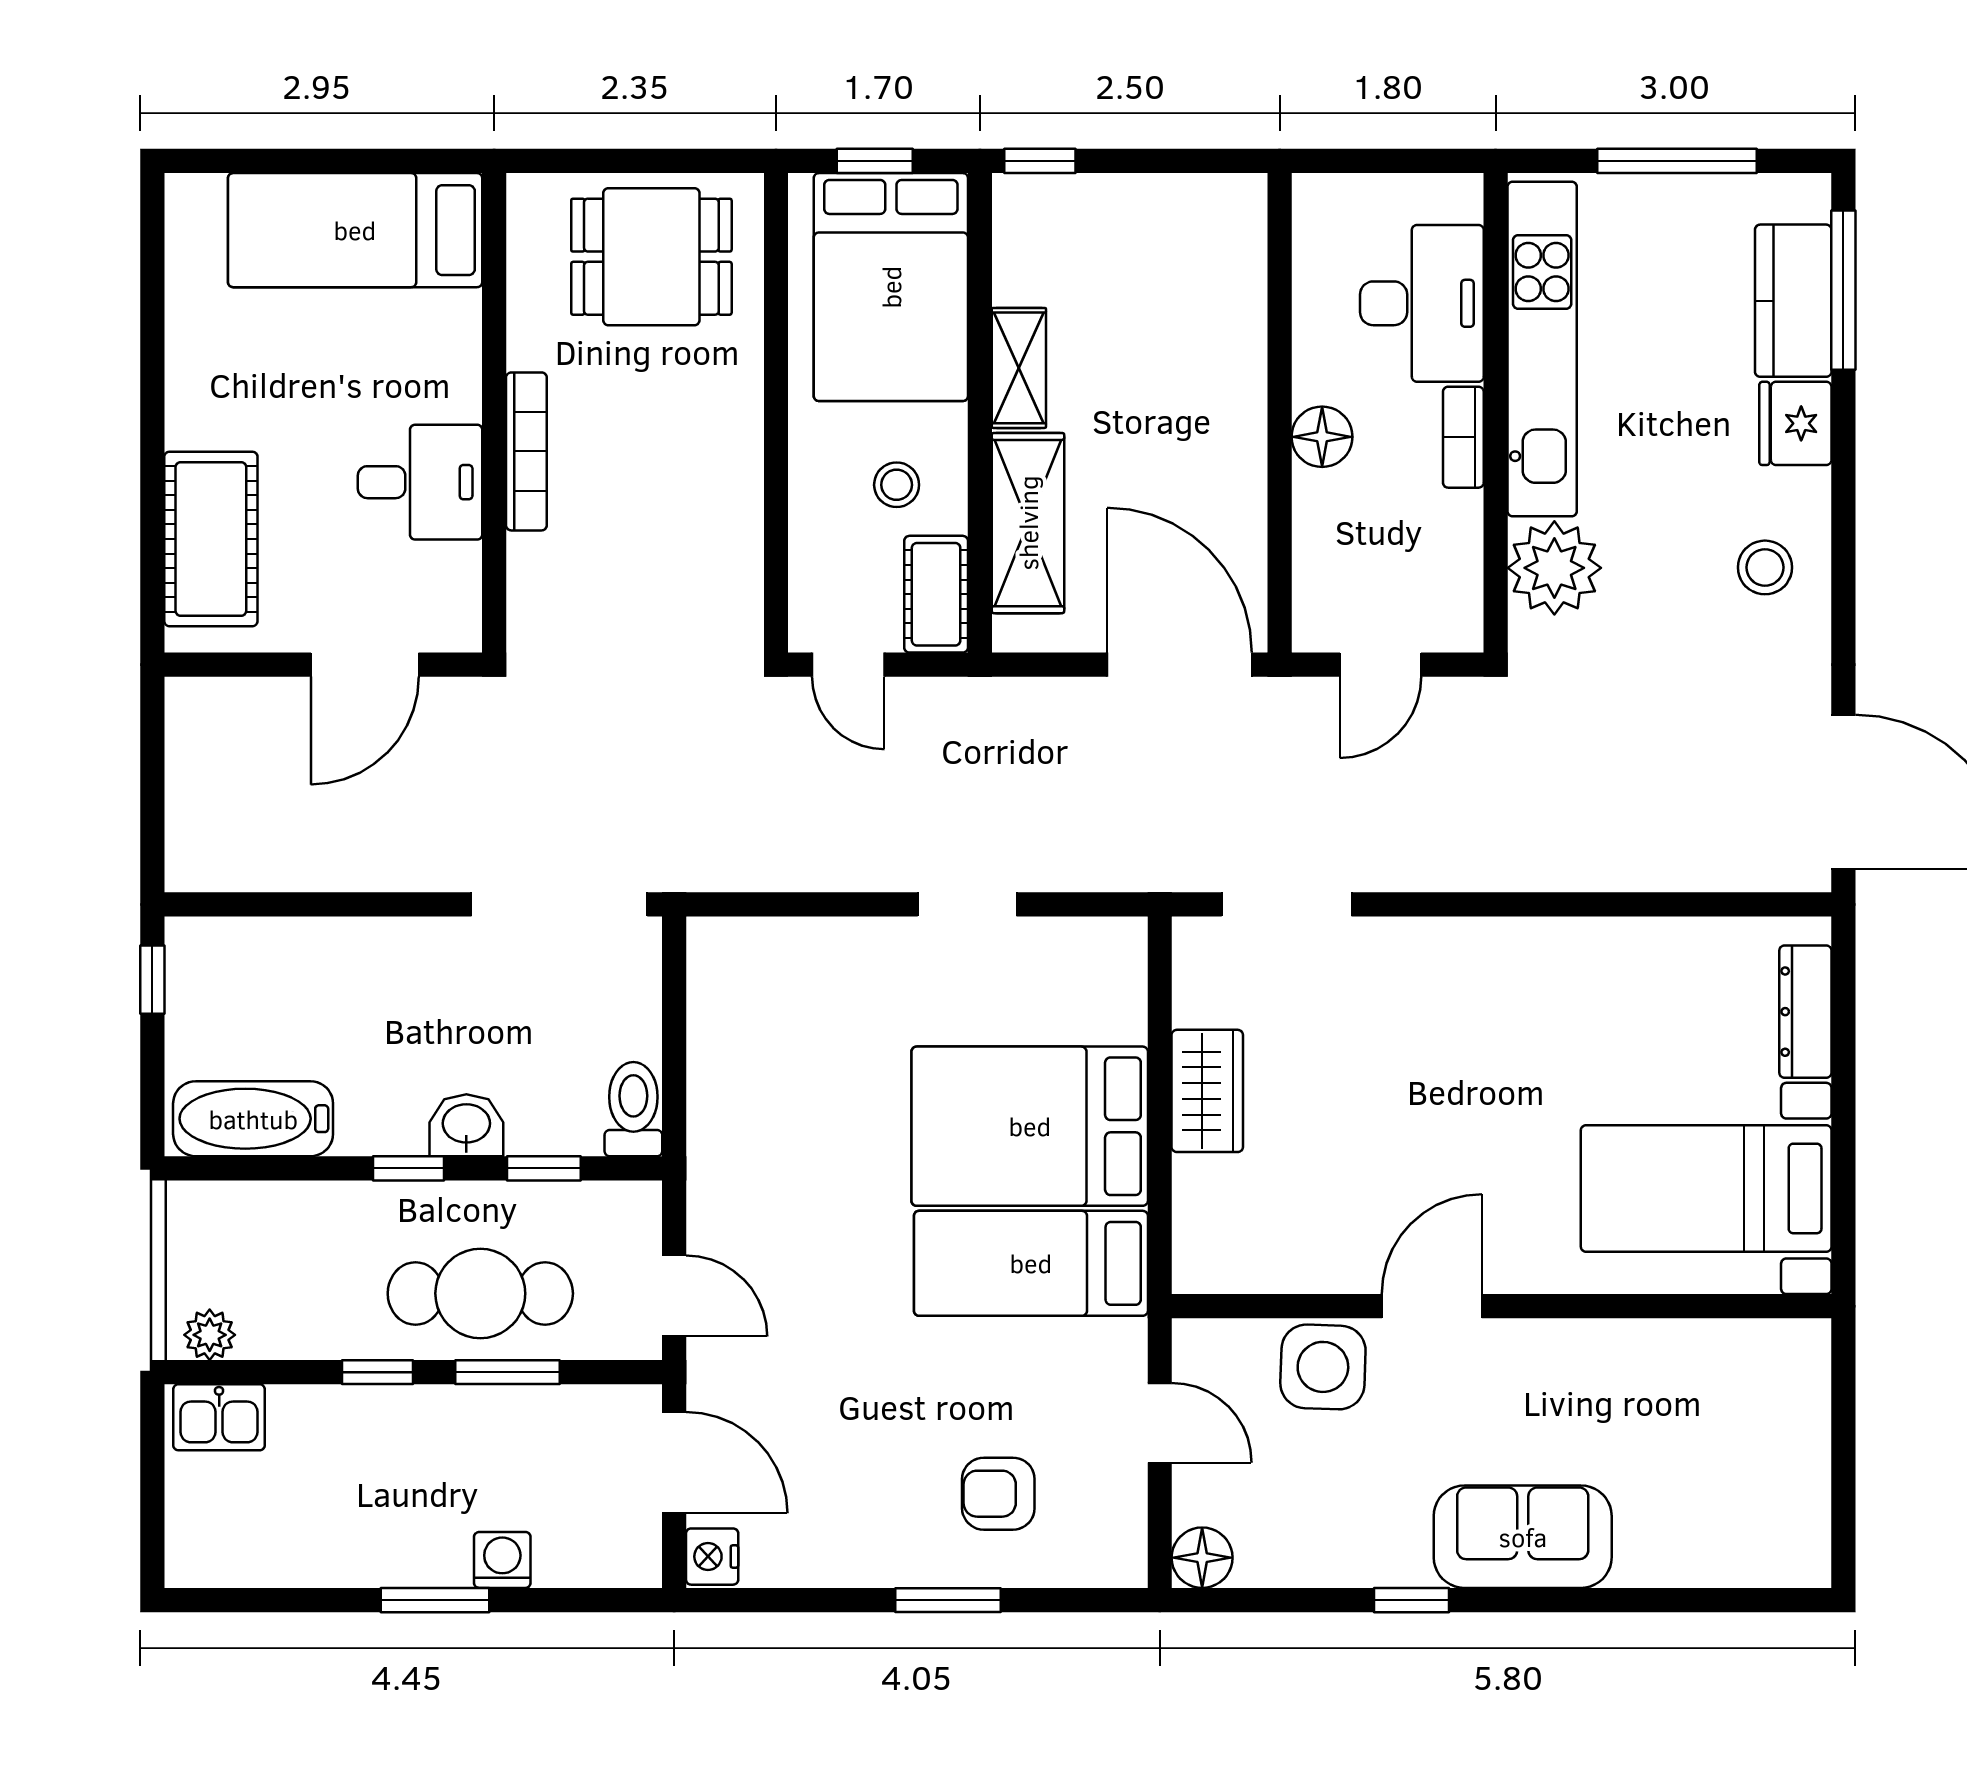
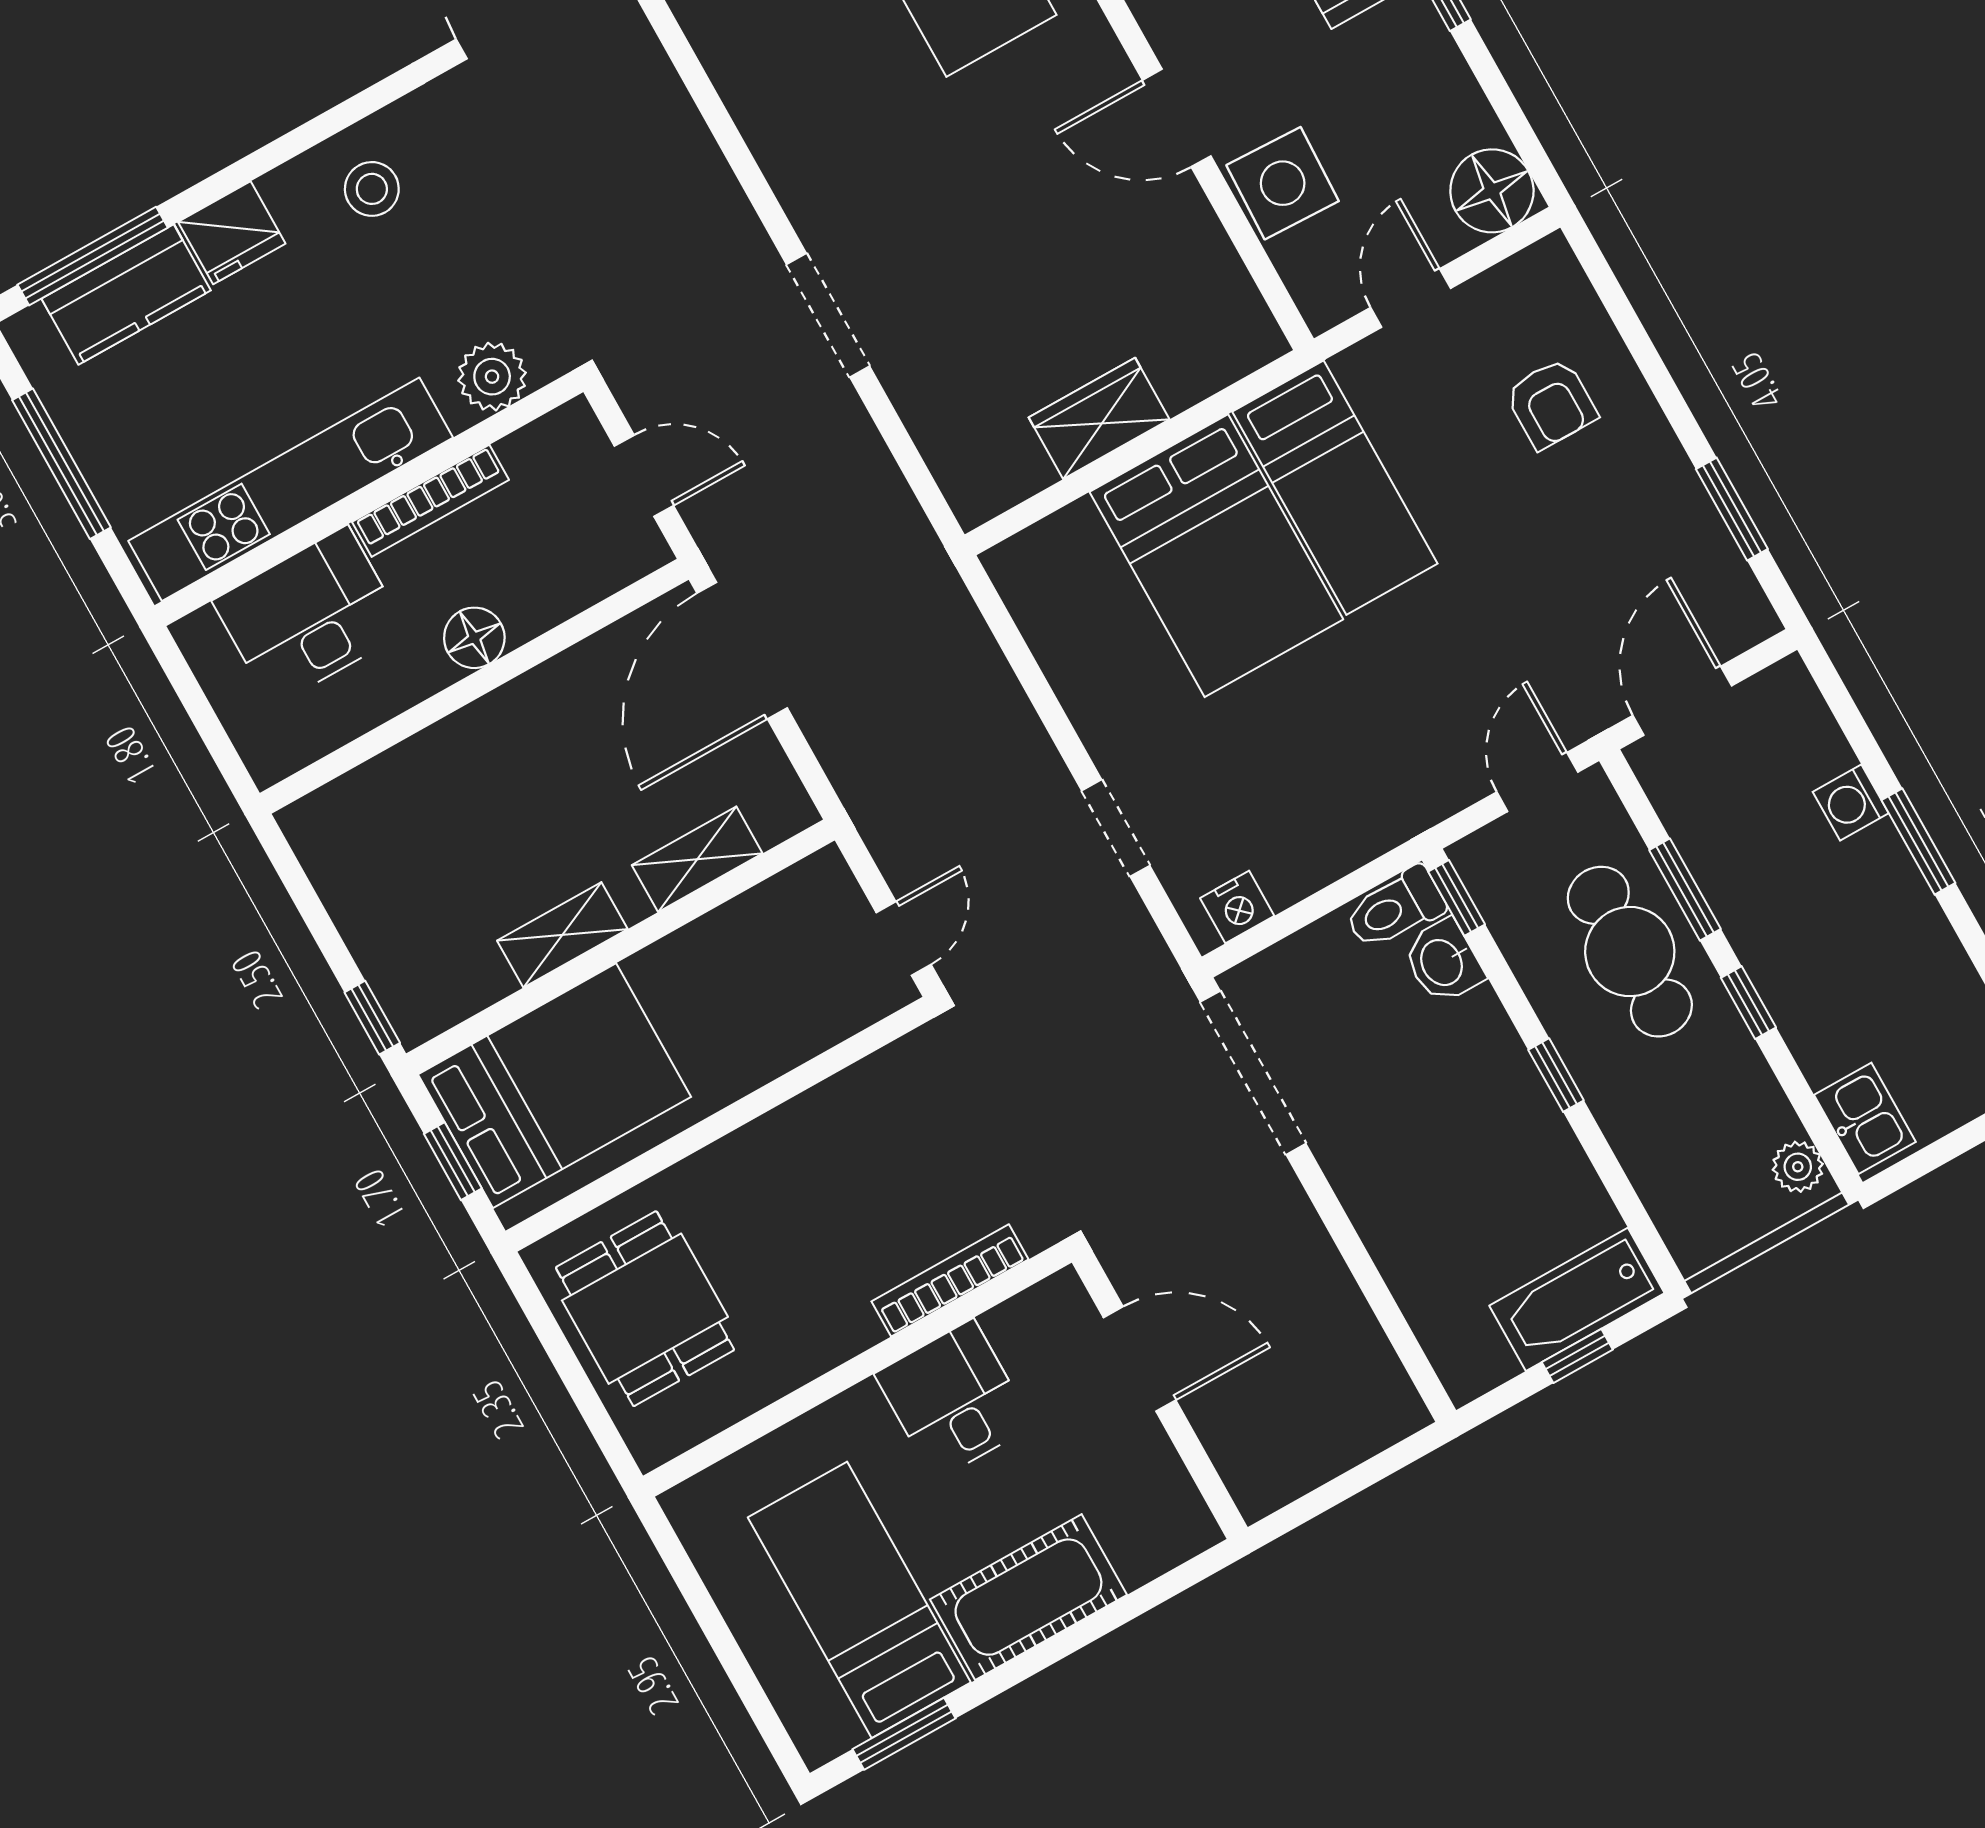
bed: (355, 230) -> (859, 1600), moved, turned 180
window: (152, 275) -> (904, 1734), added
bookcase: (1463, 437) -> (431, 501), width x1.56
bookcase: (526, 451) -> (950, 1280), moved
stool: (897, 485) -> (724, 984), removed
shelving: (1028, 523) -> (697, 859), width x0.67, depth x0.75
cot: (211, 539) -> (1028, 1597), moved
plant: (1554, 568) -> (492, 377), width x0.73, depth x0.73
cot: (936, 594) -> (799, 897), removed
doorway: (967, 904) -> (1116, 828), moved
doorway: (1287, 904) -> (828, 315), moved
window: (152, 980) -> (1577, 1356), moved
bathtub: (253, 1119) -> (1577, 1299), moved, turned 90
washbasin: (466, 1125) -> (1443, 962), moved
window: (544, 1168) -> (1457, 898), moved
nightstand: (712, 1557) -> (1237, 907), moved
floor lamp: (1202, 1558) -> (1492, 191), width x1.38, depth x1.38
window: (948, 1600) -> (1732, 509), moved

